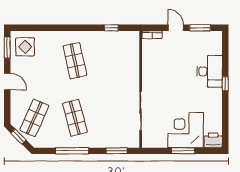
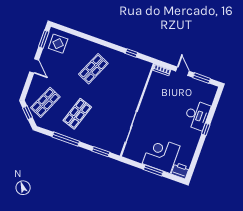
shop shelf: (75, 61) -> (93, 69), turned 36
shop shelf: (75, 118) -> (77, 114), turned 33

